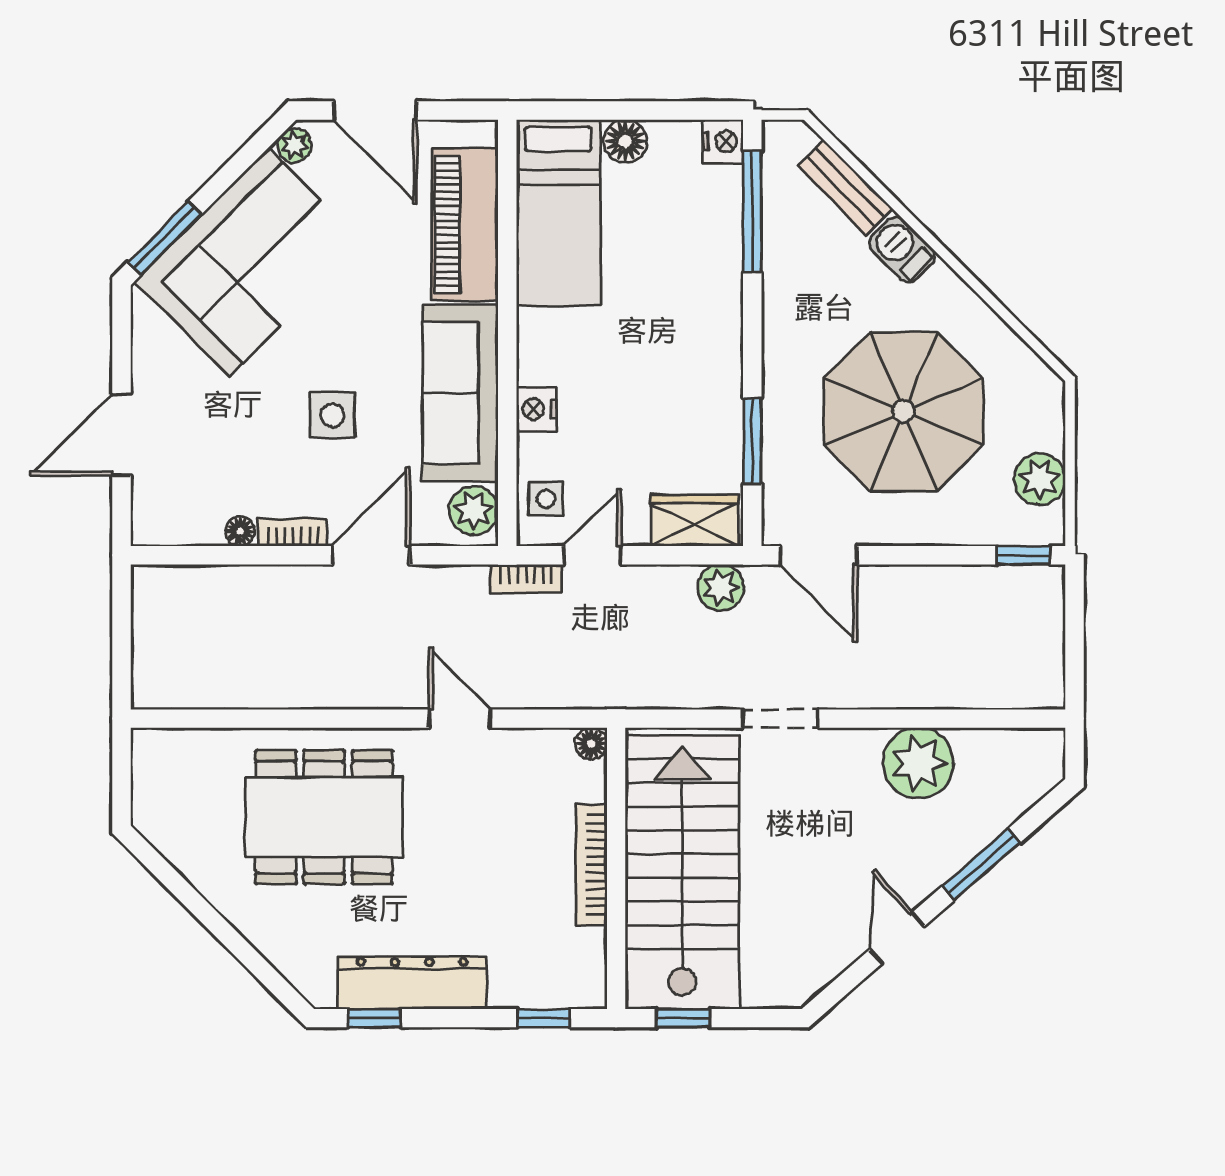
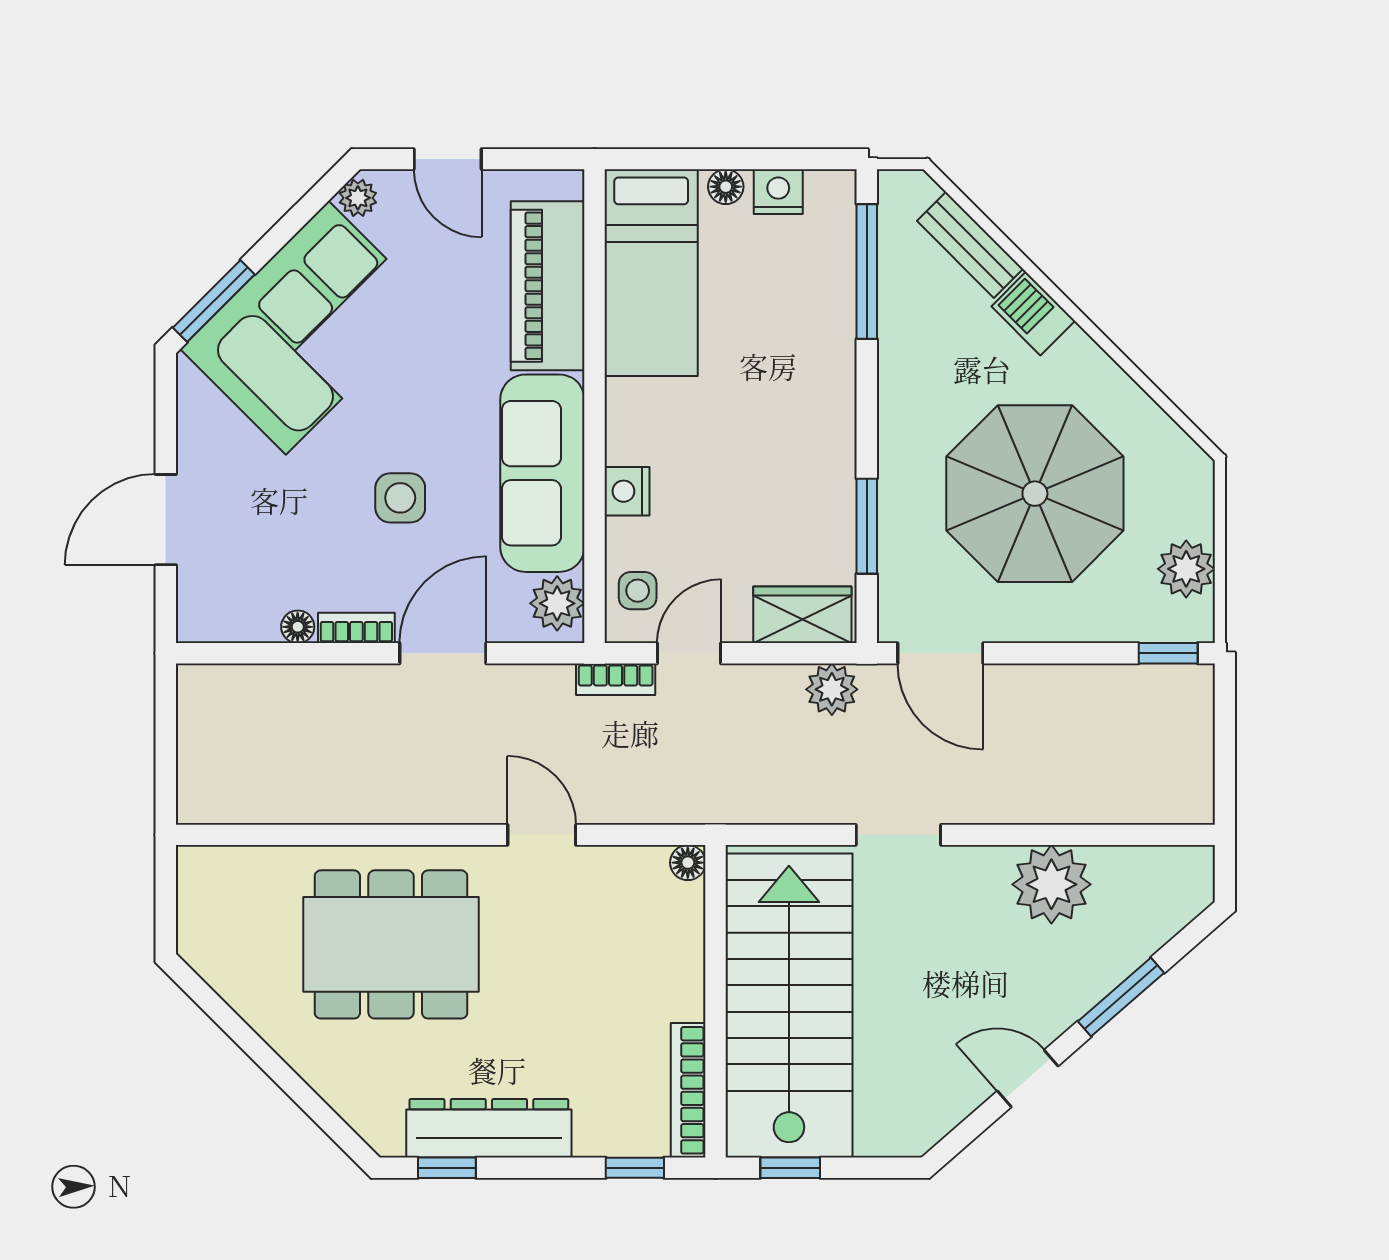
door: (375, 110) -> (448, 159), width x0.73
floor lamp: (625, 141) -> (726, 187), width x0.73, depth x0.73
nightstand: (723, 141) -> (778, 192), moved, turned -90
bookcase: (592, 865) -> (688, 1090), moved
door: (897, 938) -> (1028, 1078), hinge flipped

